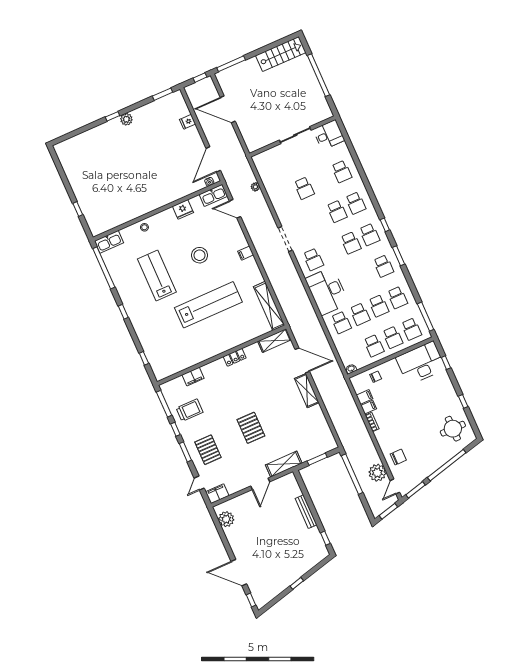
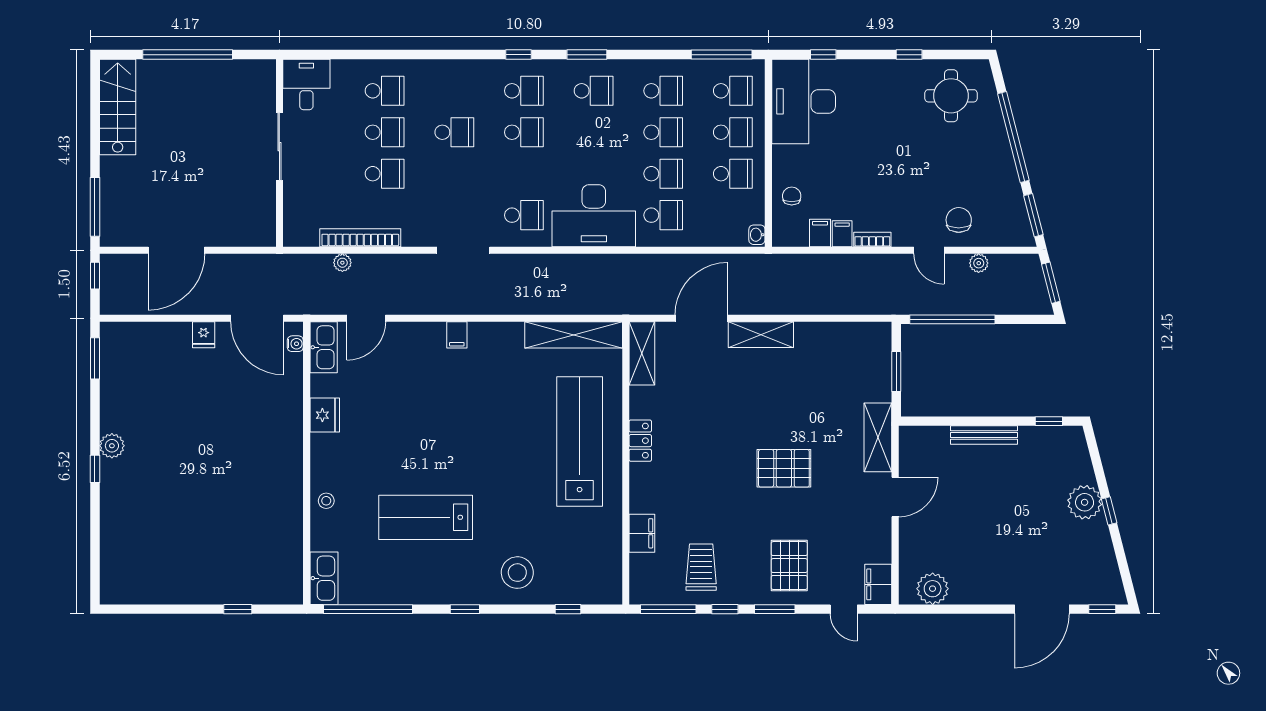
fridge: (188, 122) -> (204, 335), moved
bookcase: (270, 190) -> (360, 238), added
school desk: (356, 203) -> (385, 132), moved
stool: (199, 255) -> (517, 573), moved
lab bench: (208, 305) -> (580, 441), moved
pallet: (208, 450) -> (789, 566), turned 90
plant: (377, 473) -> (979, 263), width x0.53, depth x0.53
door: (260, 484) -> (895, 497), hinge flipped
door: (395, 486) -> (929, 250), moved
plant: (296, 571) -> (1085, 502), added

